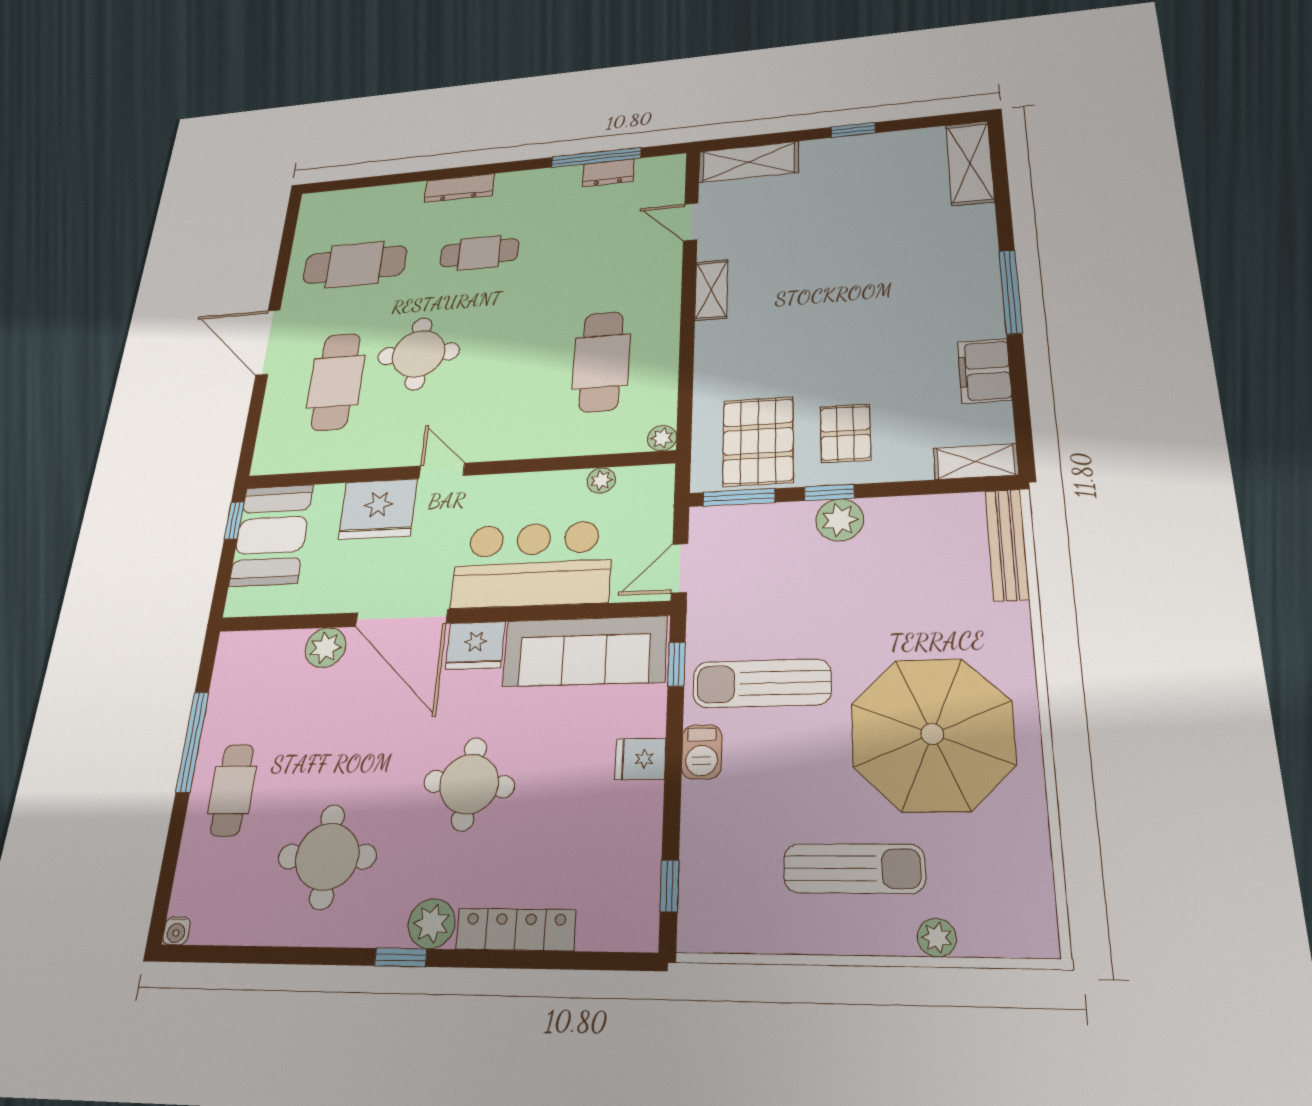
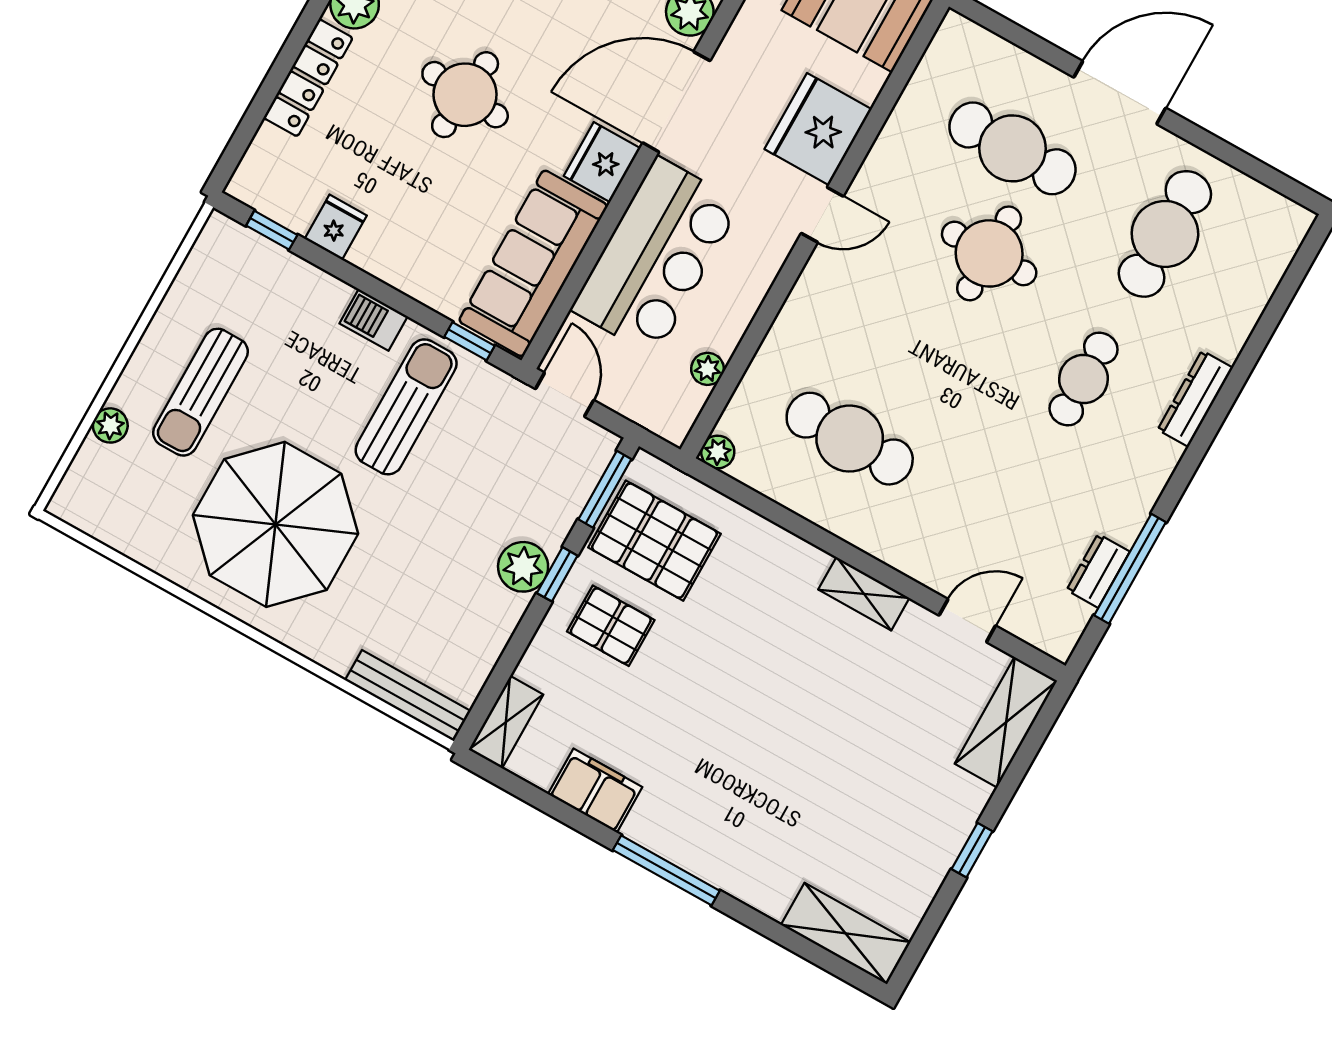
fridge: (640, 759) -> (336, 227), moved

